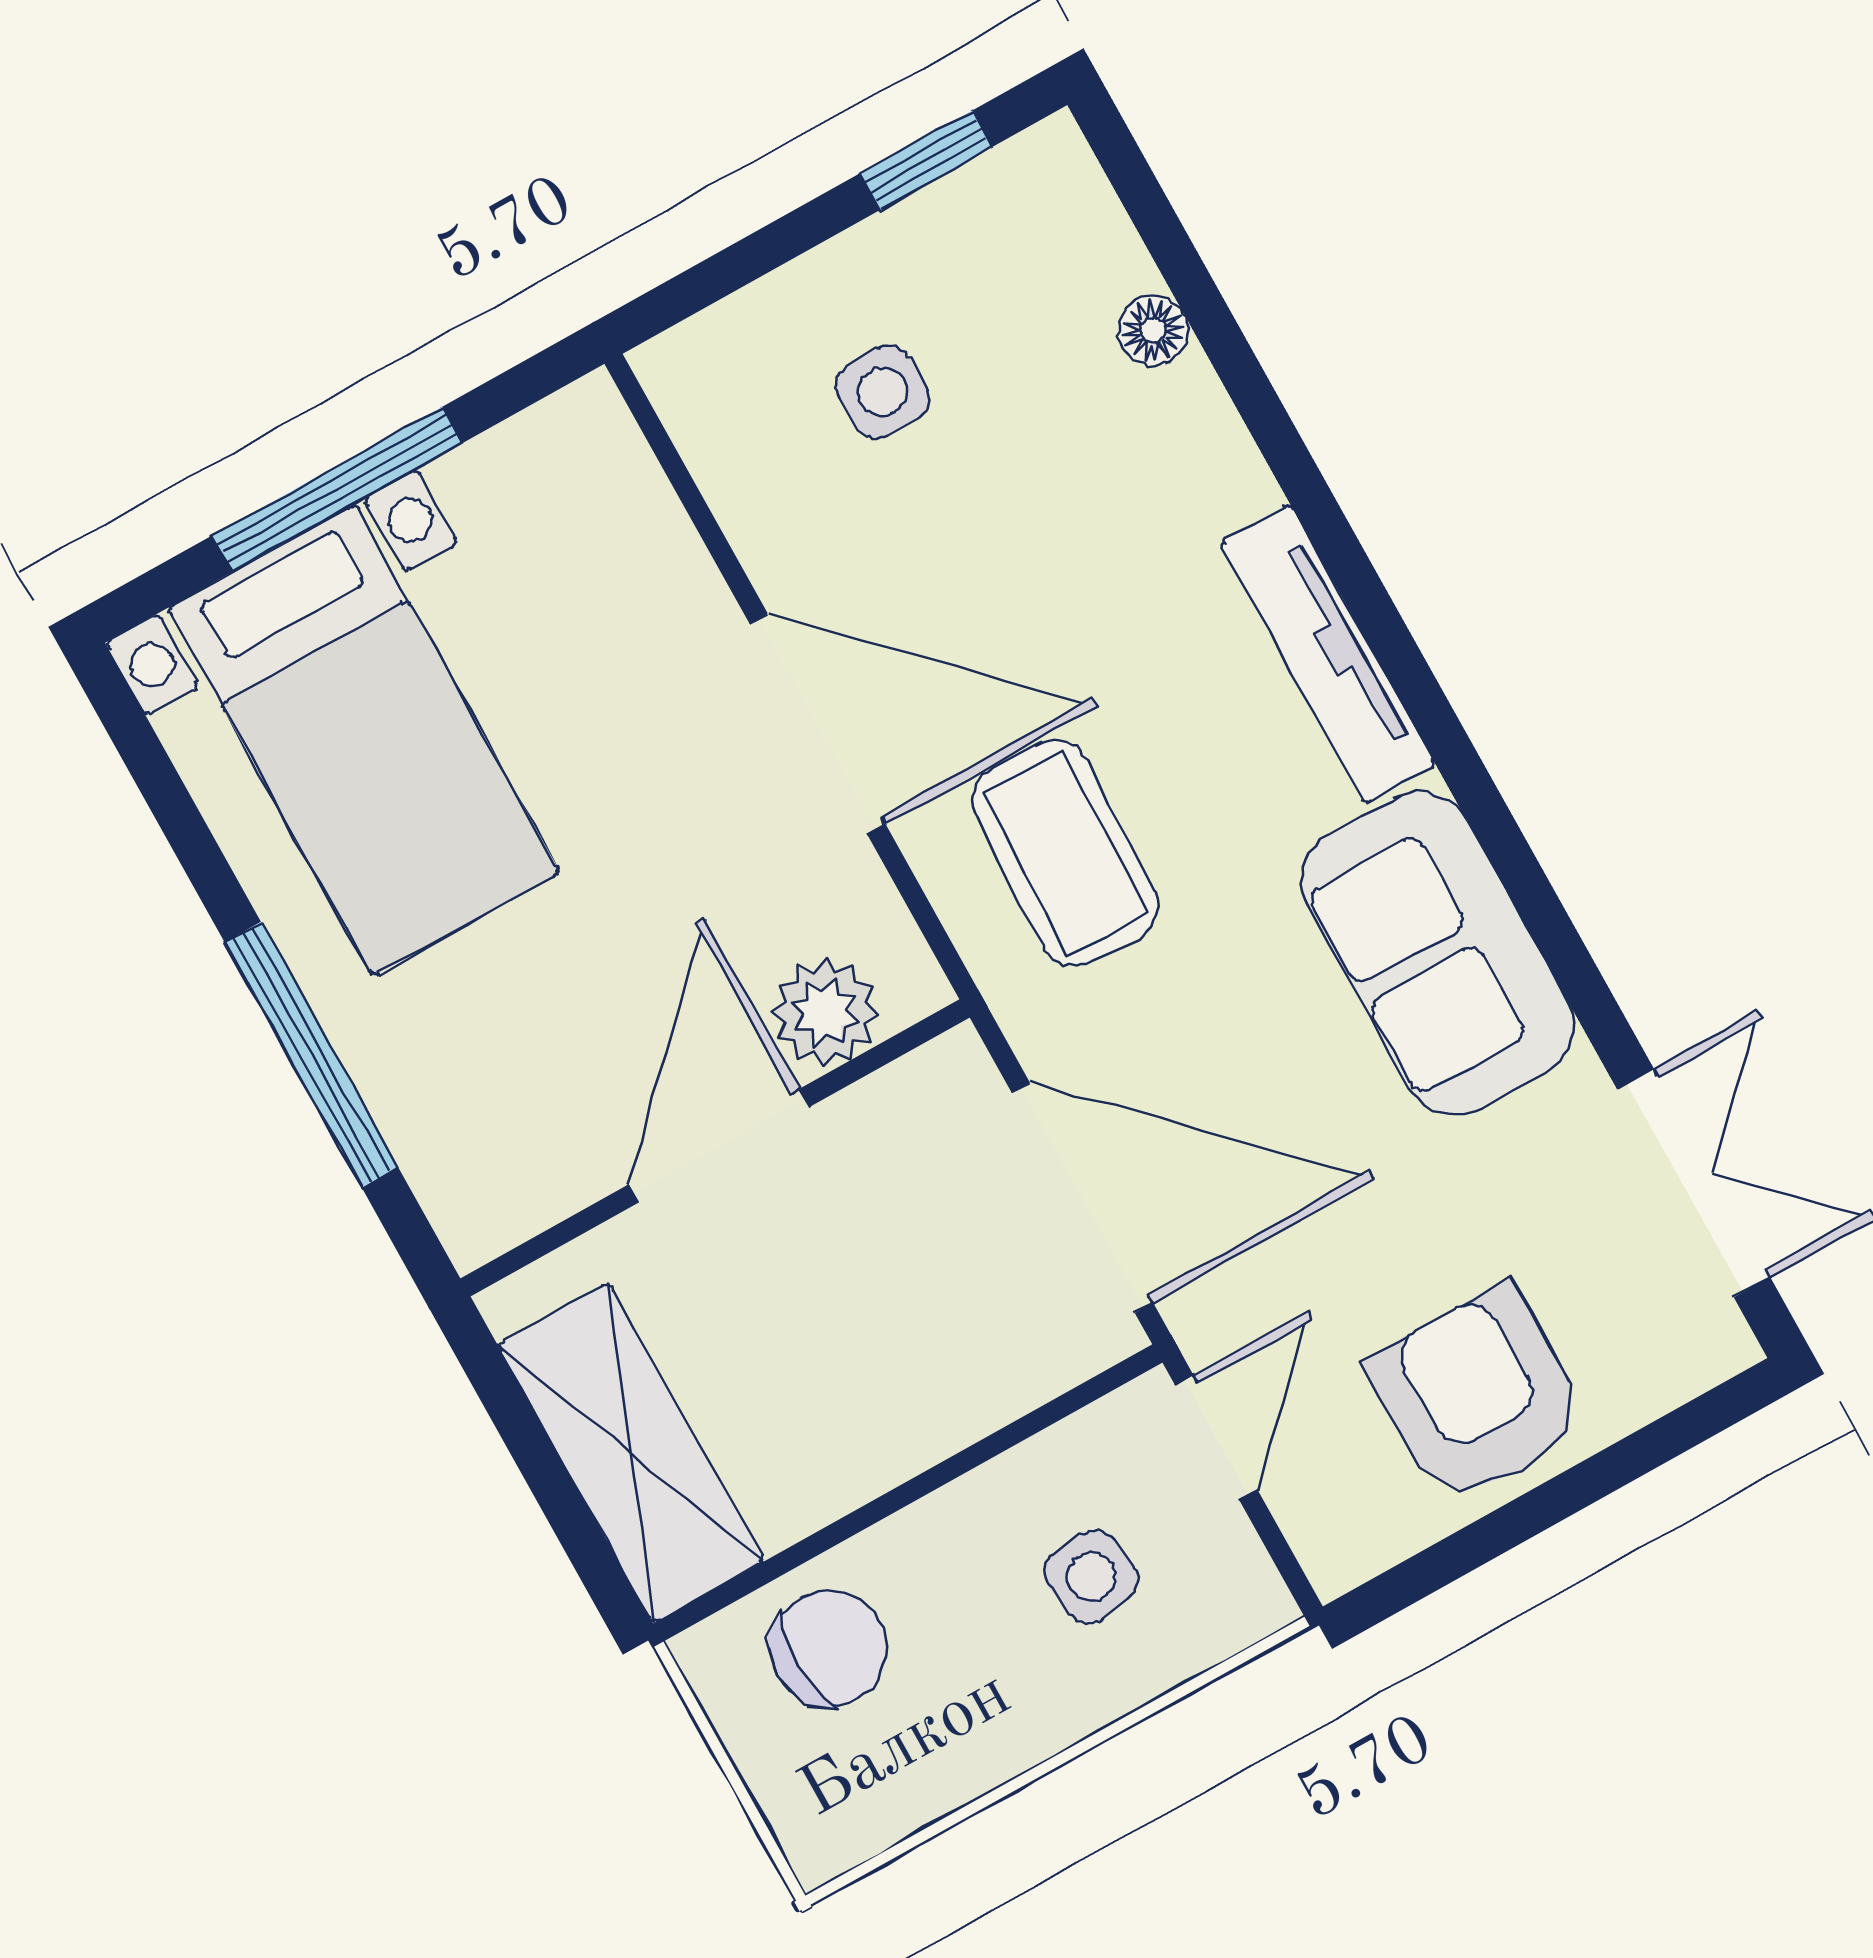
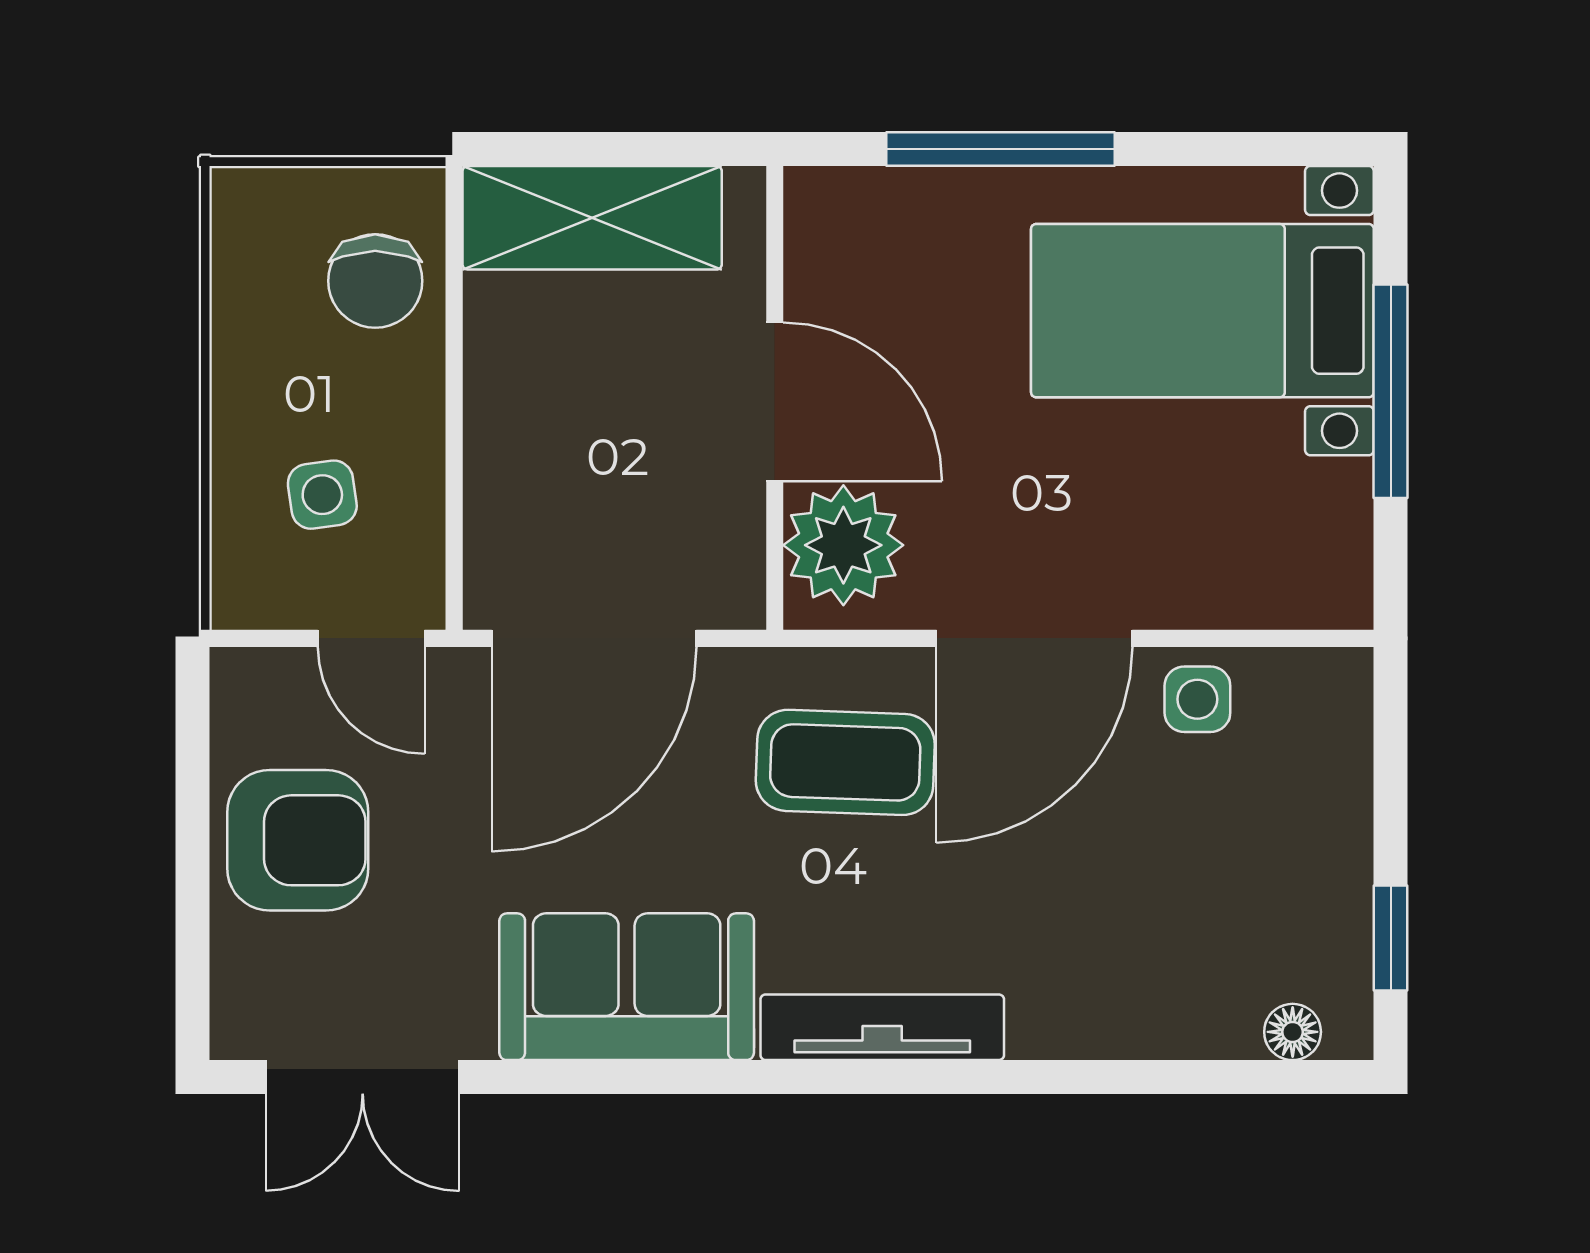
floor lamp: (1153, 330) -> (1293, 1032), moved
side table: (883, 392) -> (1197, 699), moved
plant: (825, 1013) -> (843, 545), width x1.36, depth x1.36

